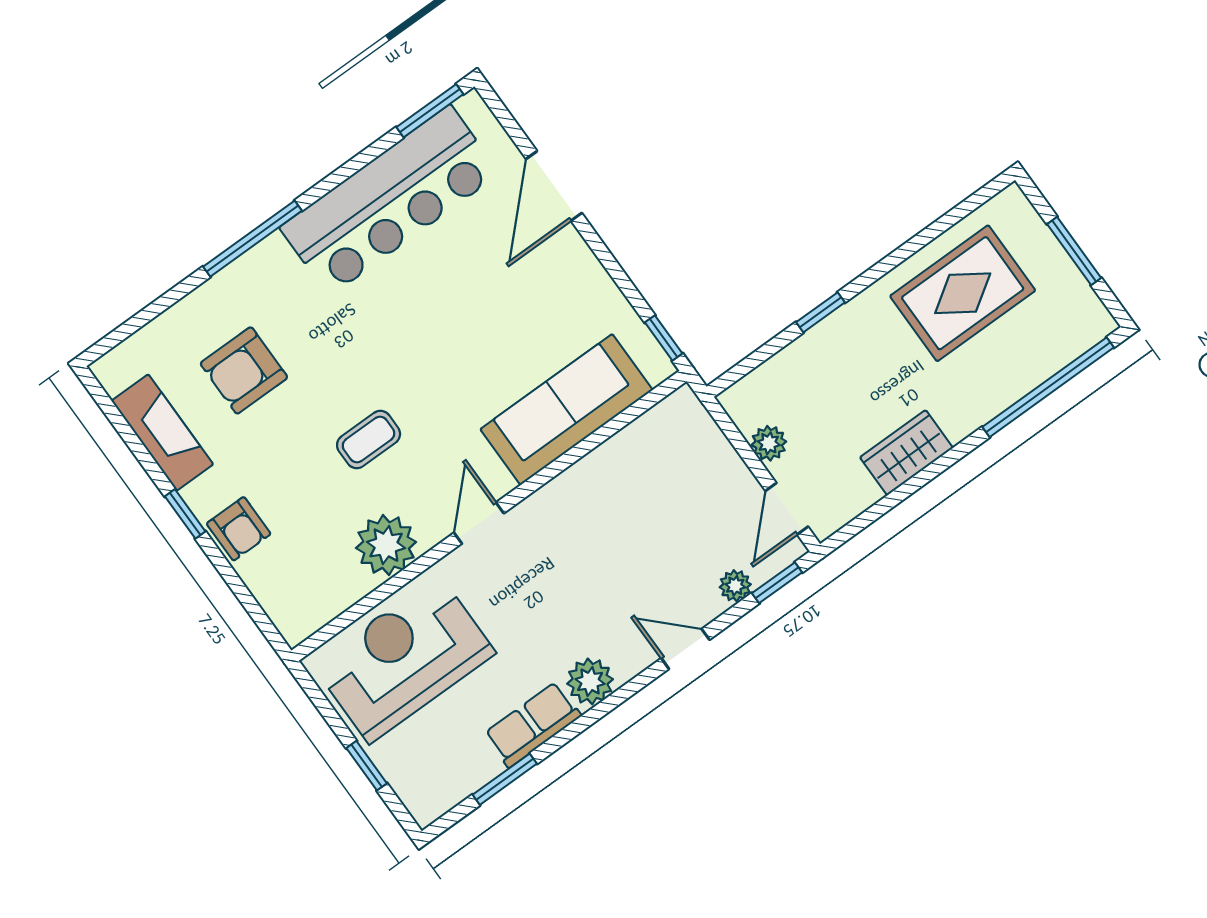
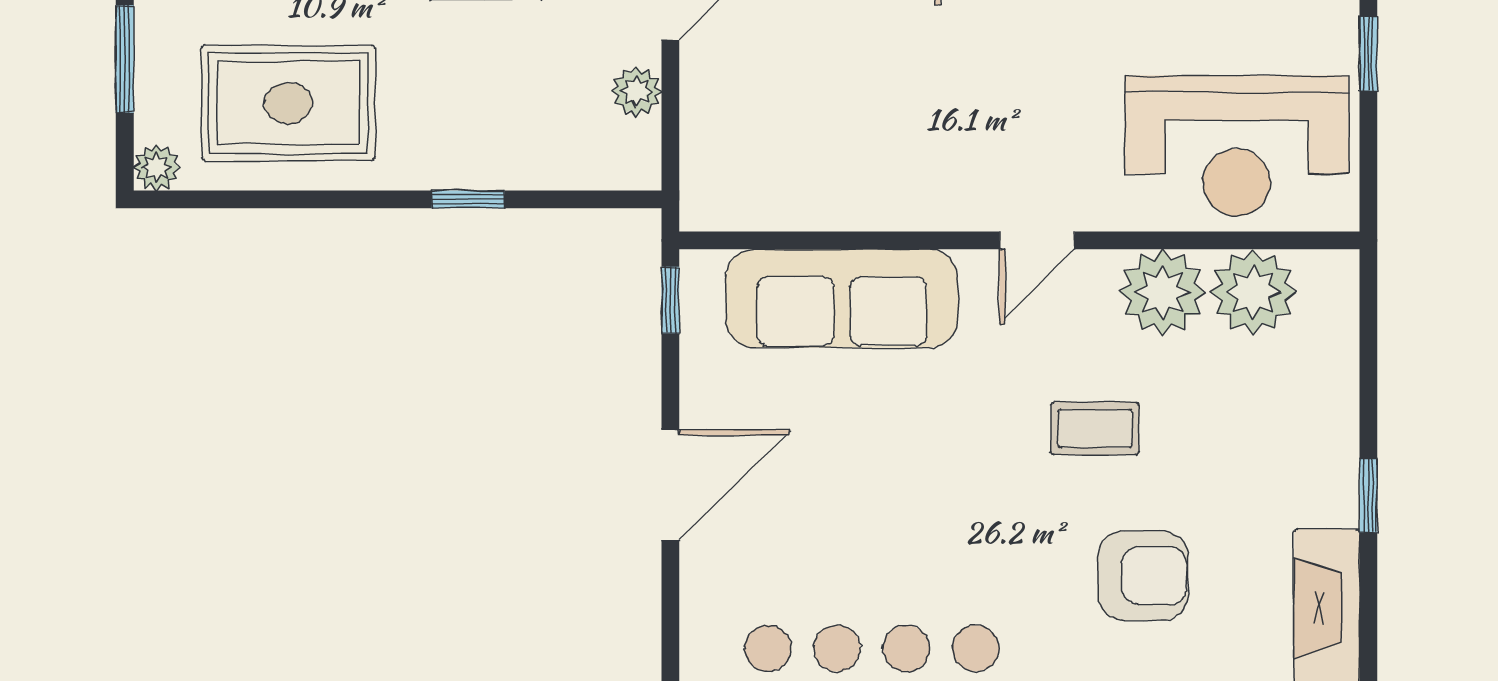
door: (554, 186) -> (670, 485), moved
plant: (1011, 202) -> (157, 167), added
armchair: (244, 370) -> (1143, 576), moved
armchair: (239, 529) -> (1319, 434), removed
plant: (334, 582) -> (1253, 292), added

